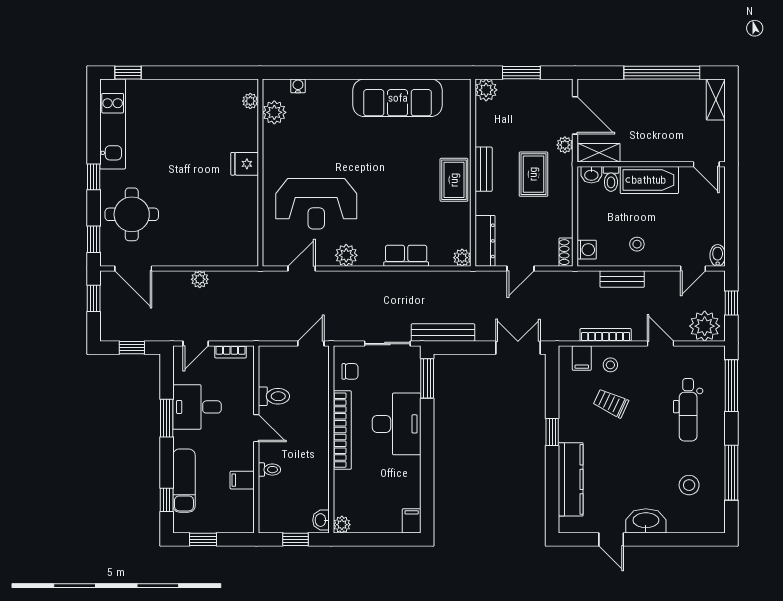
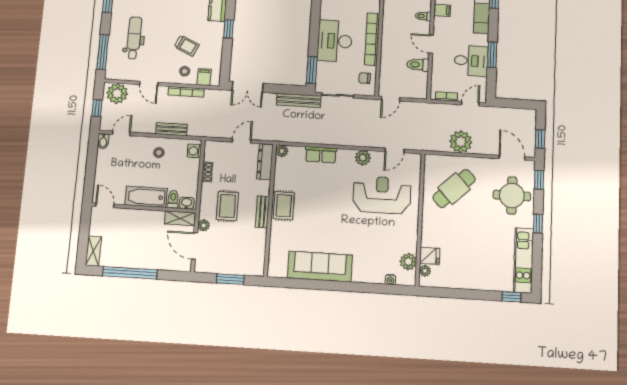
plant: (486, 90) -> (256, 268), removed
fridge: (245, 164) -> (430, 256), moved
cafe table: (214, 219) -> (454, 188), added
shoe rack: (566, 252) -> (207, 172), moved
plant: (200, 279) -> (461, 142), width x1.88, depth x1.88
window: (132, 348) -> (514, 104), removed

